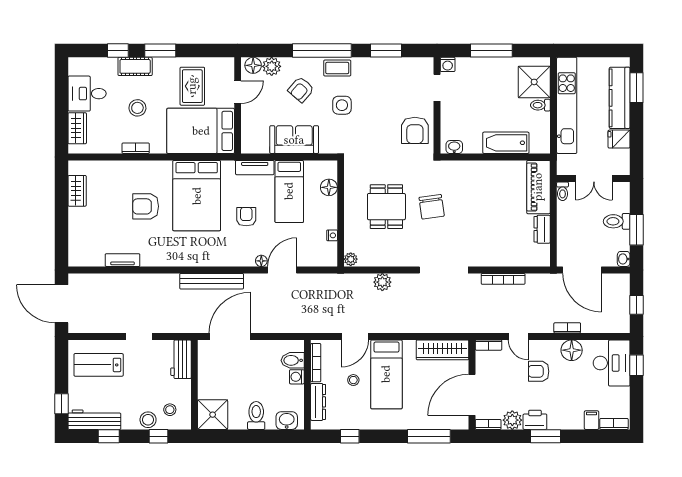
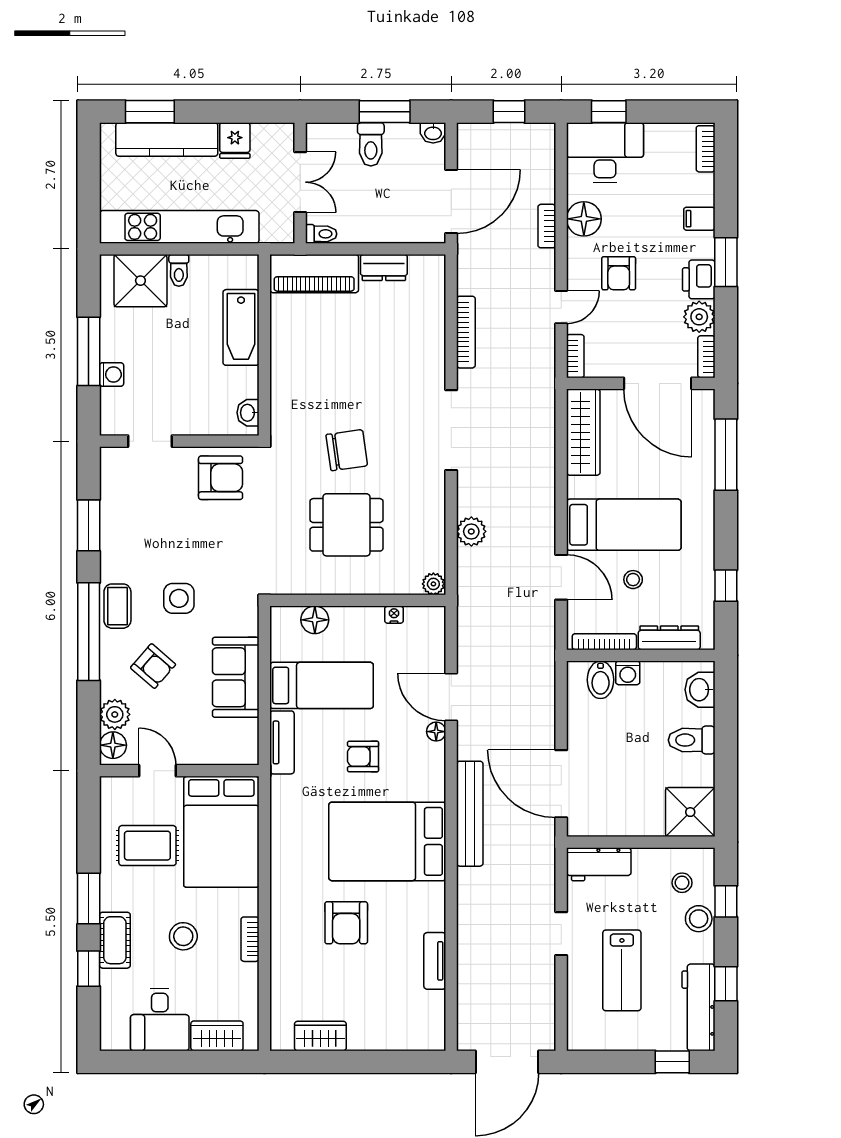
washing machine: (448, 64) -> (112, 374), moved
bed: (197, 196) -> (387, 841), moved, turned 180
lab bench: (99, 365) -> (622, 970), moved
filing cabinet: (592, 420) -> (699, 219), moved

